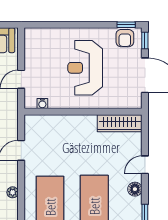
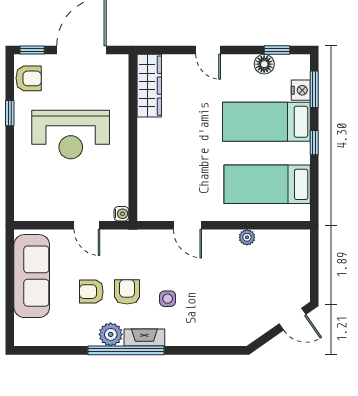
window: (126, 25) -> (10, 113), moved
water cooler: (42, 104) -> (121, 214), moved
floor lamp: (135, 189) -> (264, 64), moved

